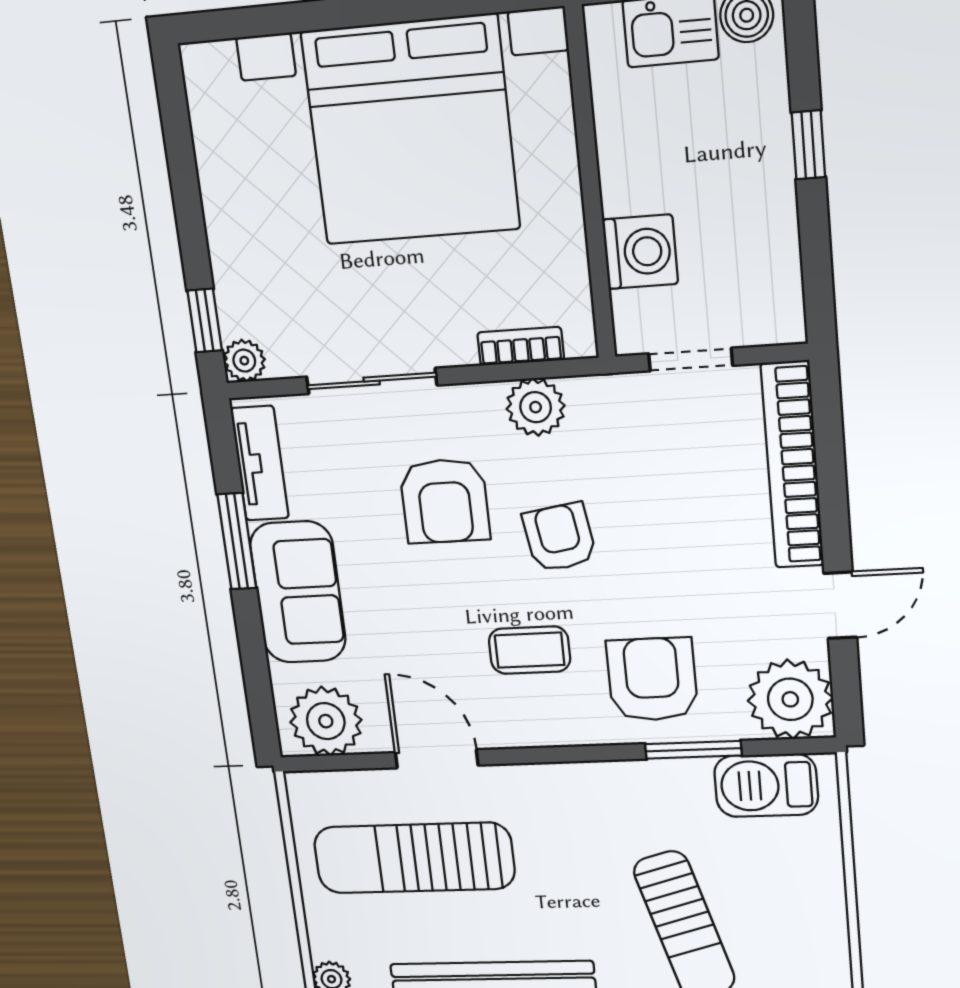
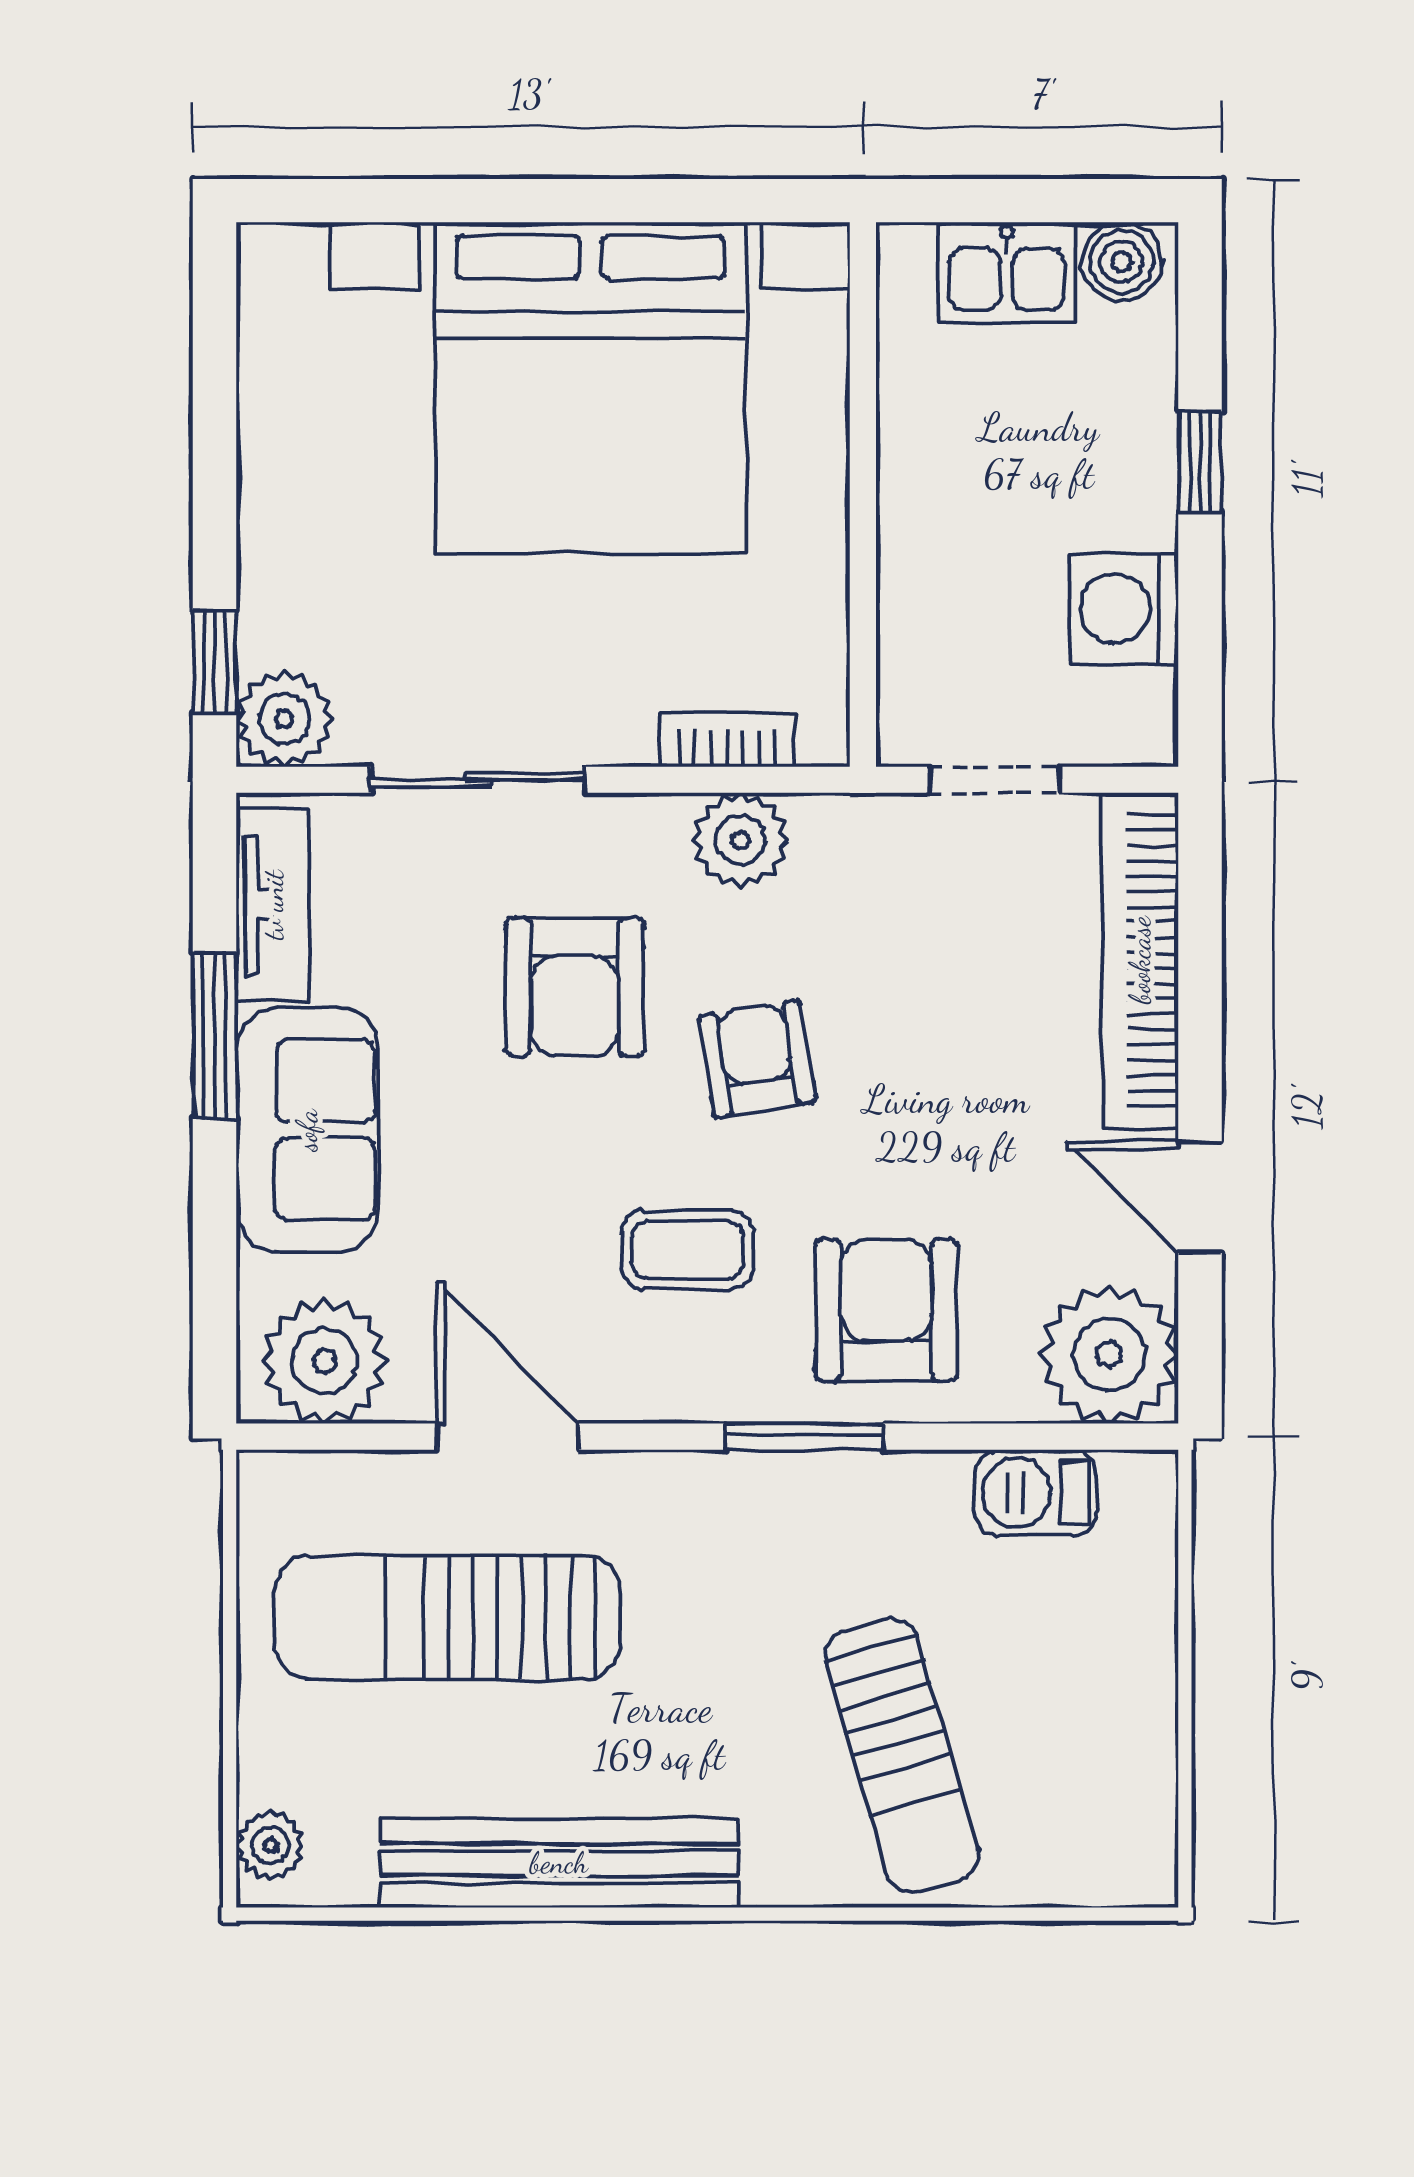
washing machine: (640, 252) -> (1124, 609), moved, turned 180
plant: (244, 361) -> (284, 719), width x1.38, depth x1.38
door: (840, 605) -> (1200, 1197), swing flipped
window: (693, 750) -> (804, 1437), moved
barbecue: (766, 785) -> (1036, 1493), width x0.73, depth x0.79

